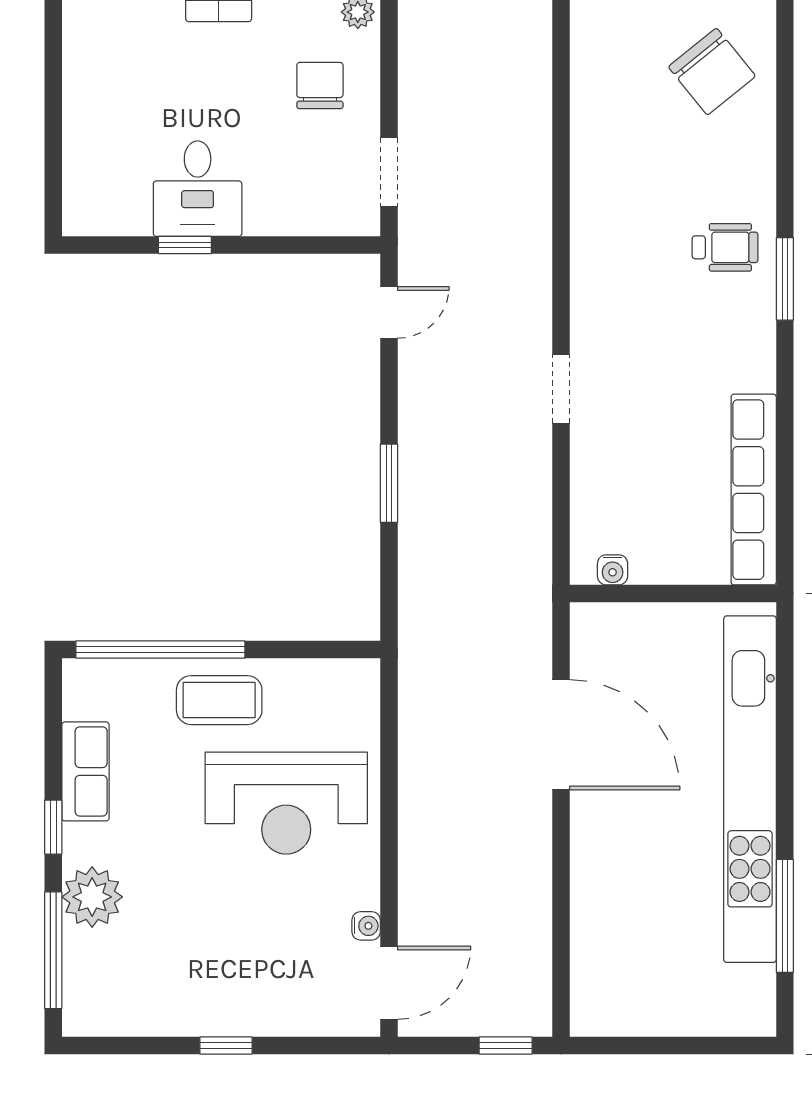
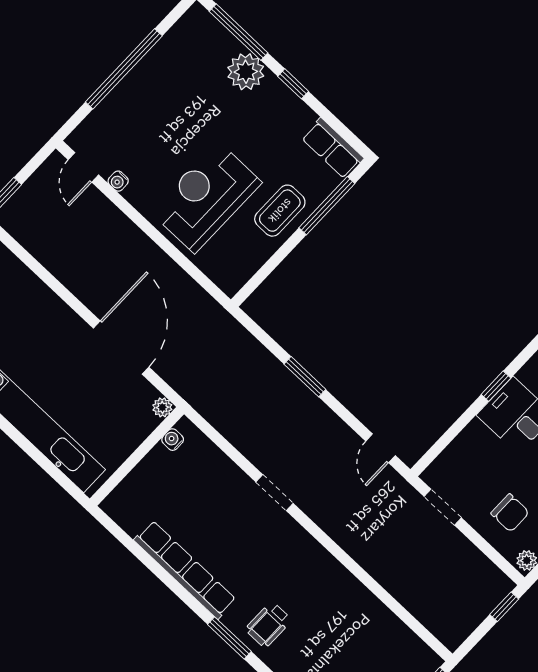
row of seats: (754, 490) -> (185, 570), moved
plant: (586, 618) -> (162, 407), added
window: (160, 650) -> (327, 206), width x0.68
door: (561, 735) -> (121, 348), swing flipped
row of seats: (85, 771) -> (333, 148), moved
door: (389, 983) -> (83, 167), width x0.73
window: (226, 1046) -> (124, 69), width x3.17

